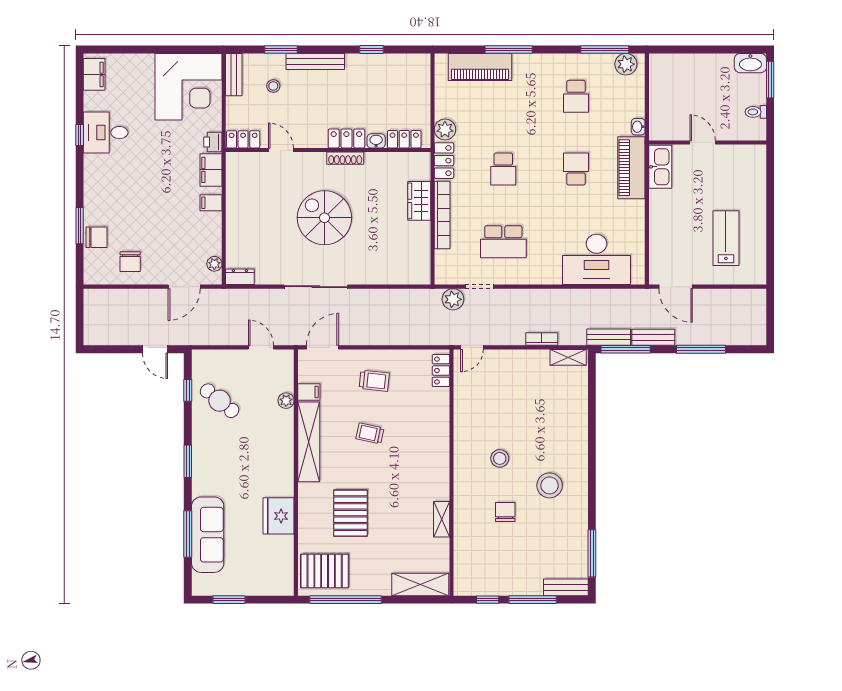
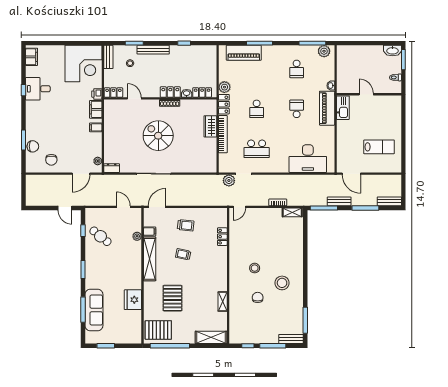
lab bench: (726, 238) -> (379, 147), turned 90
bench: (609, 337) -> (389, 201), moved
locker: (441, 371) -> (222, 237), moved

